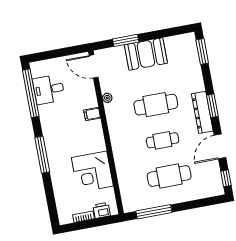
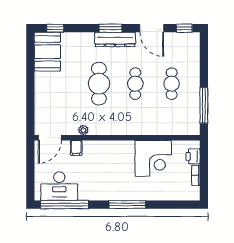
window: (126, 40) -> (30, 101), removed
window: (202, 51) -> (55, 28), width x0.67
booth: (146, 54) -> (47, 52), moved
desk: (49, 89) -> (59, 186), width x1.37
filing cabinet: (92, 114) -> (76, 148), moved
cafe table: (169, 176) -> (172, 84), width x0.73, depth x0.74

